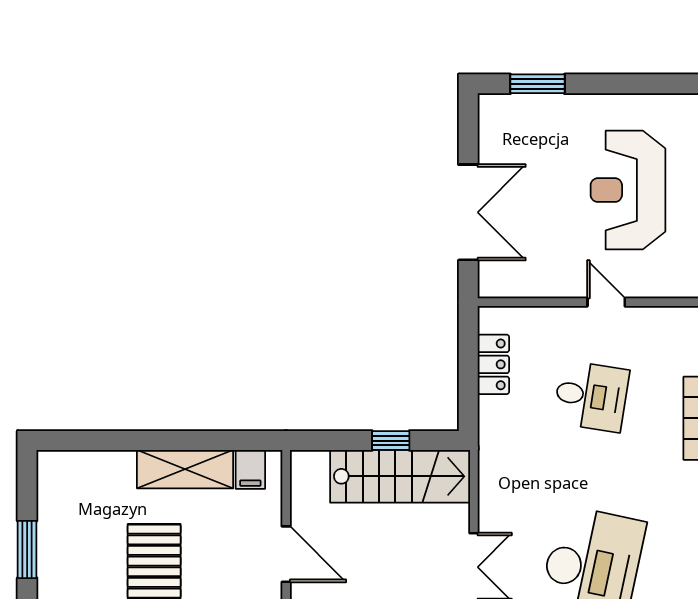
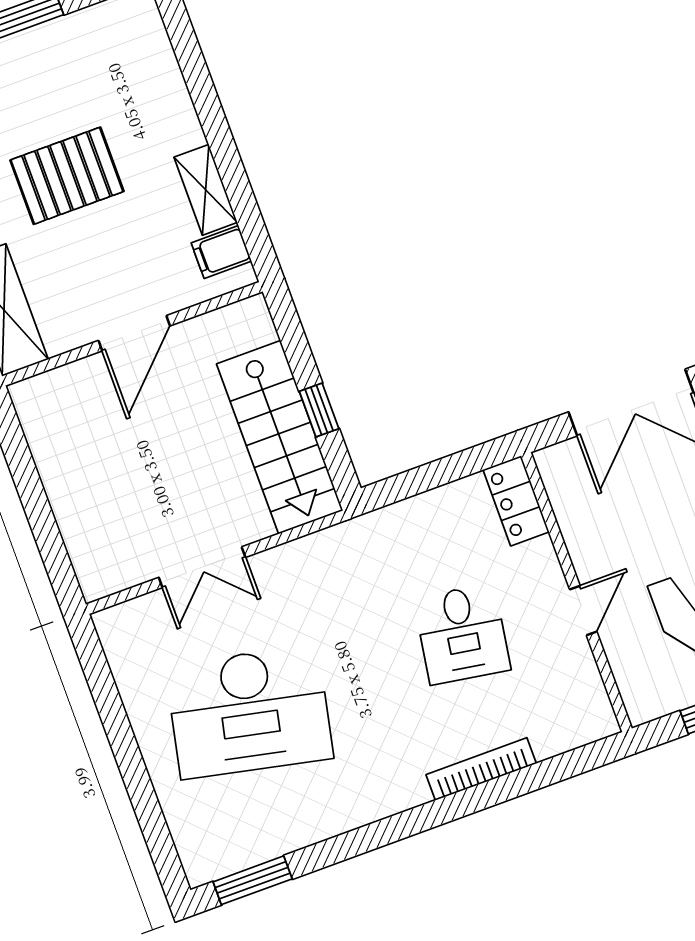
locker: (493, 364) -> (516, 501), moved, turned 90
shelving: (185, 469) -> (206, 190), width x0.67, depth x0.75

